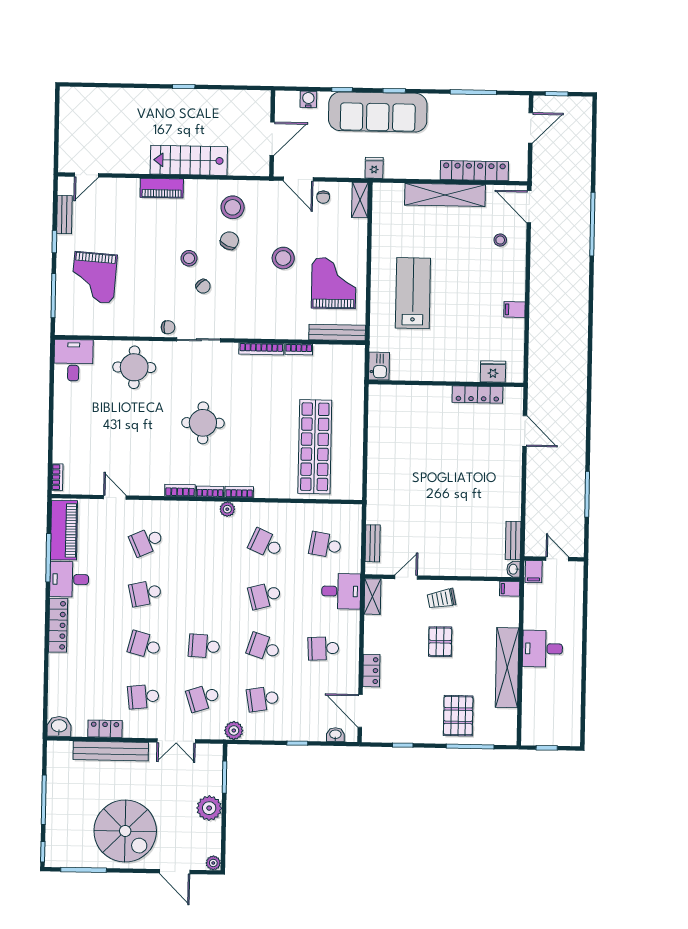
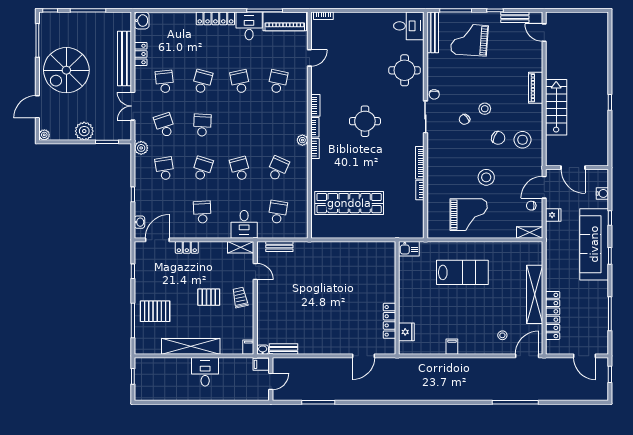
fridge: (374, 168) -> (553, 215), moved
bench: (337, 332) -> (433, 32), moved
school desk: (146, 541) -> (278, 82), turned 36

